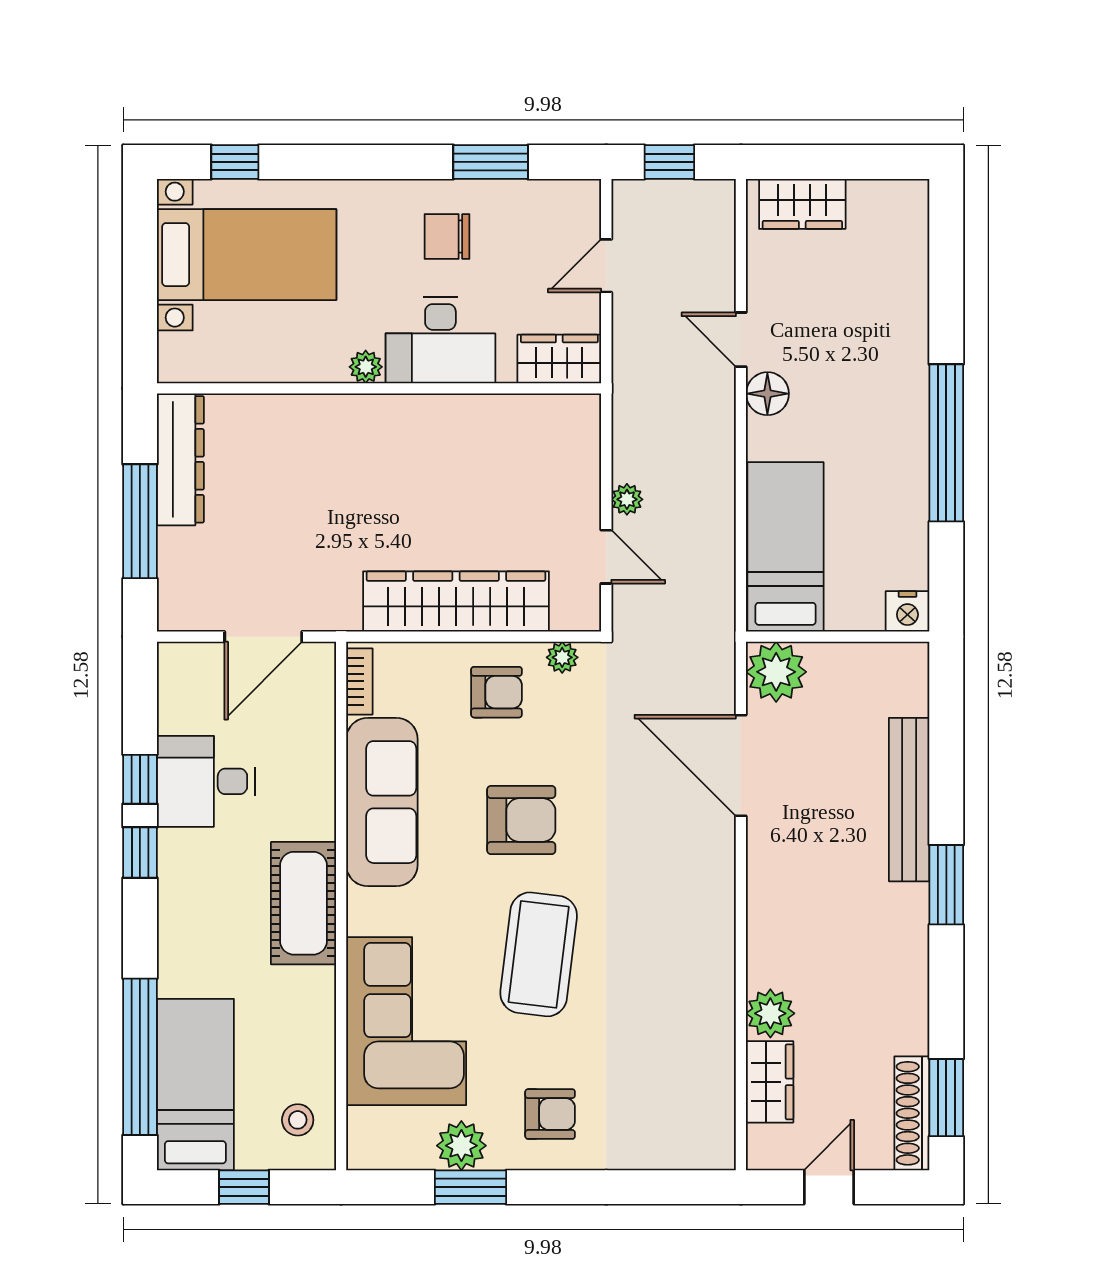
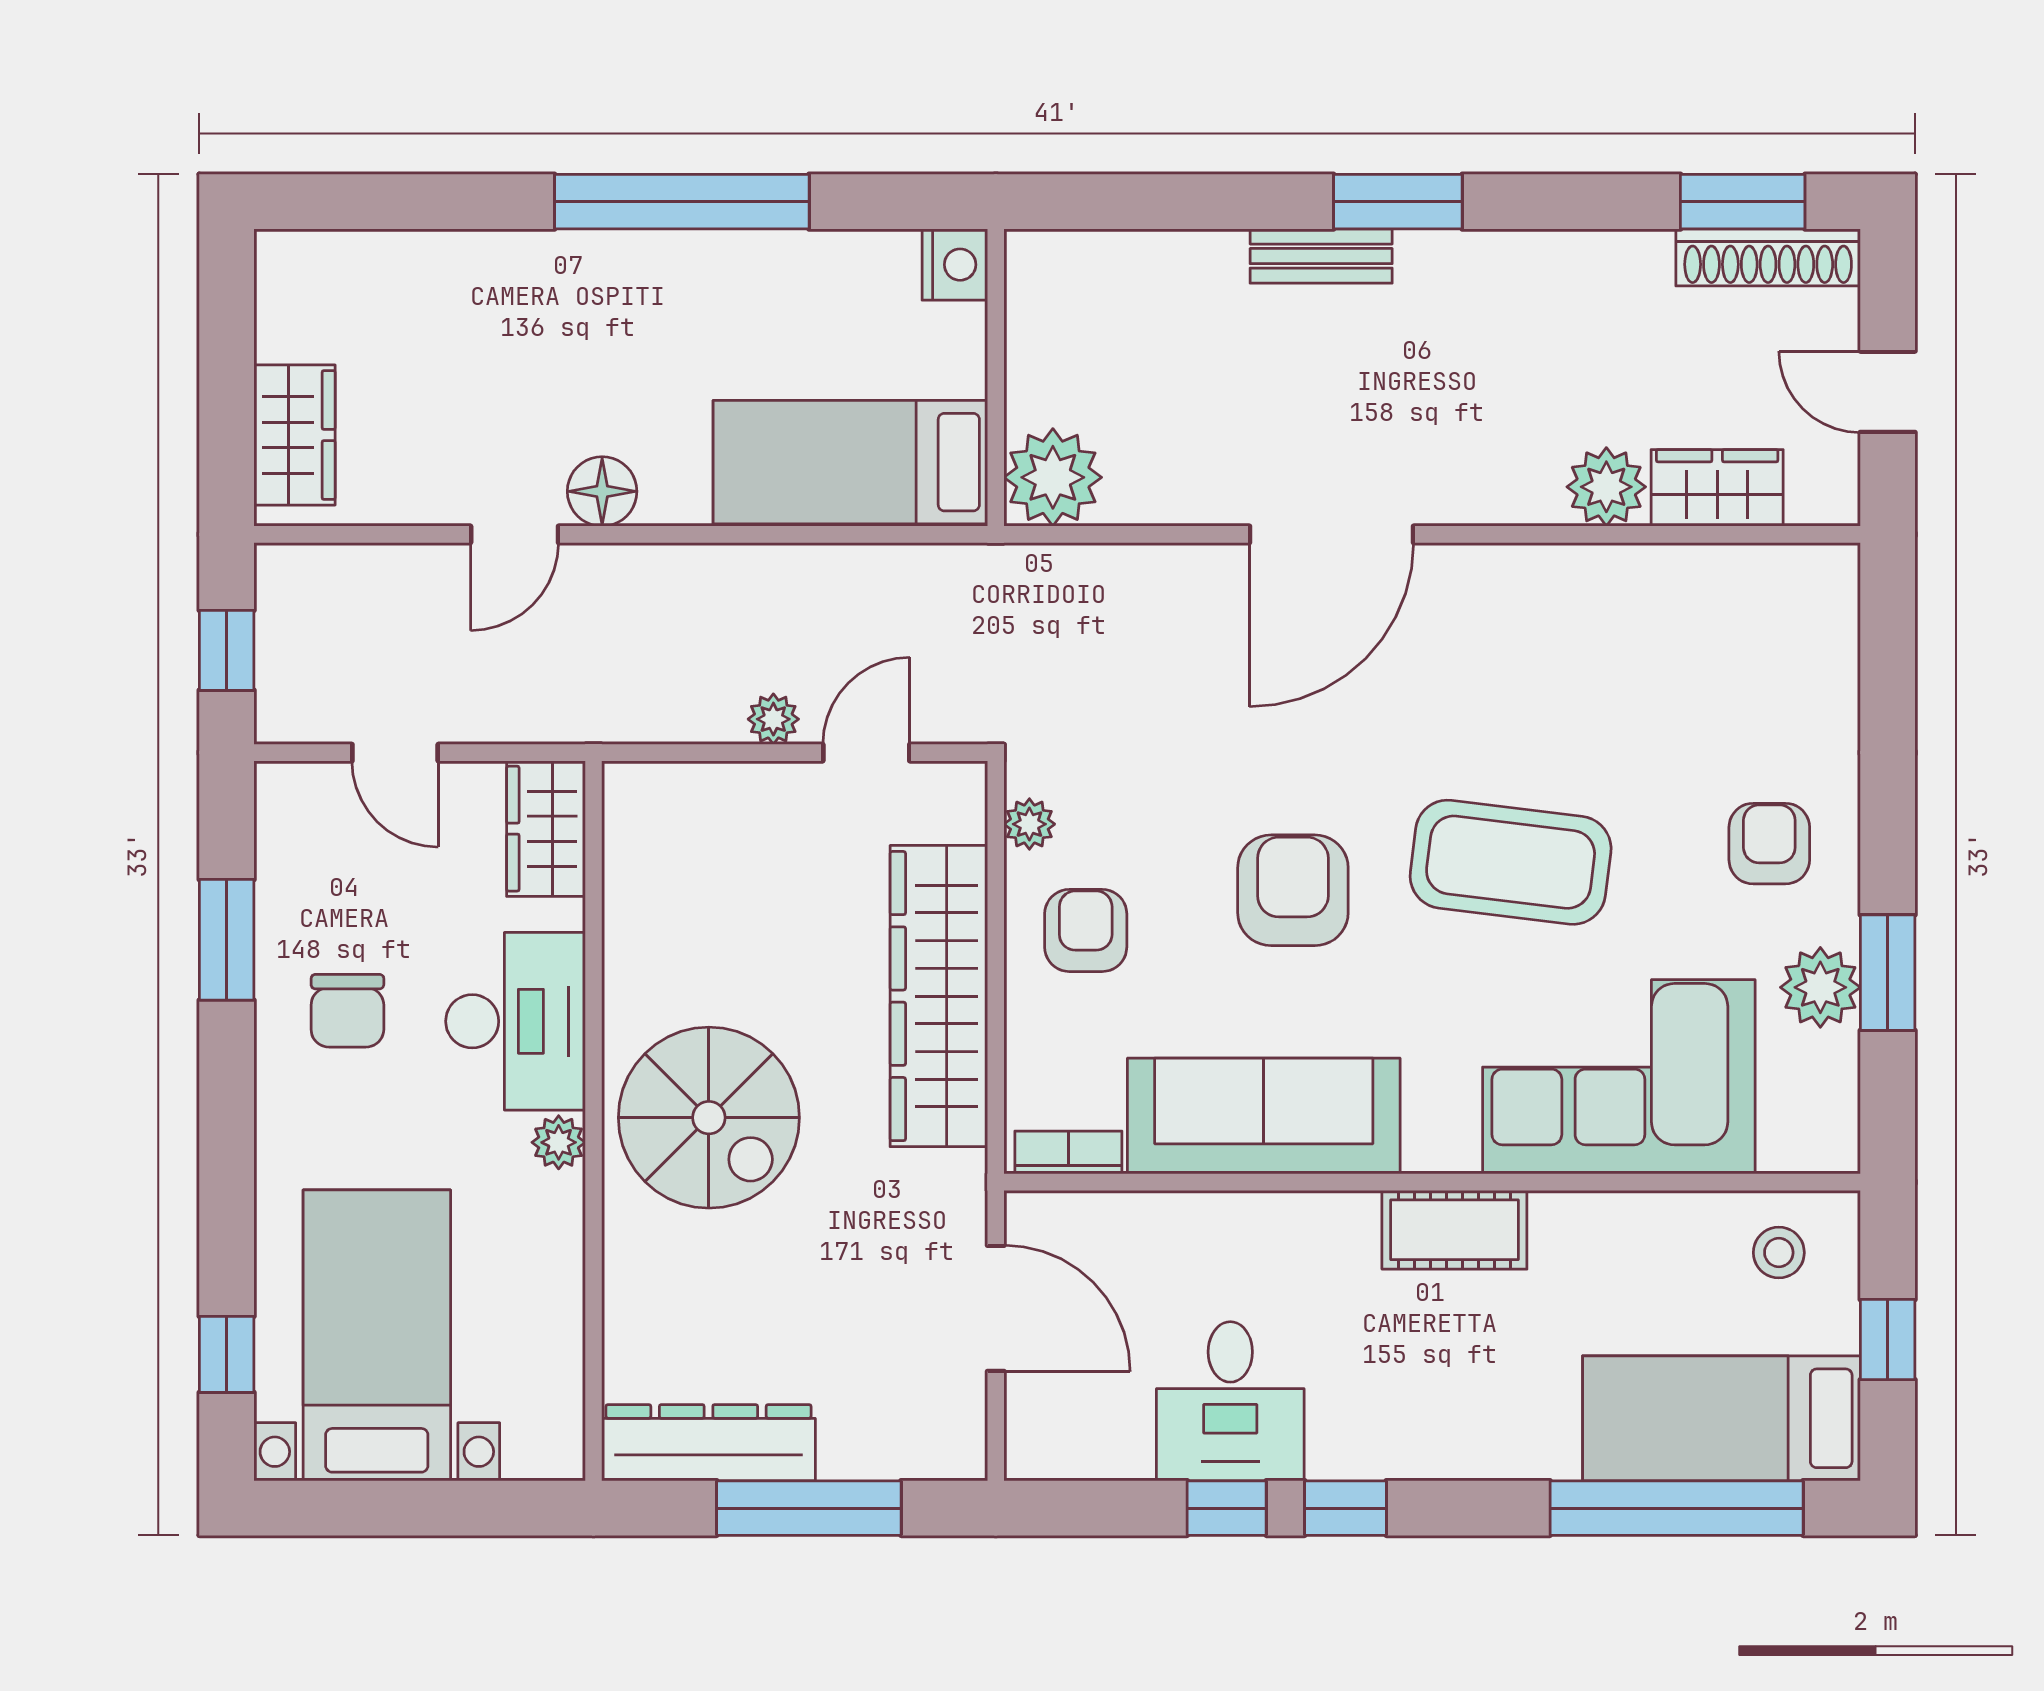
spiral stairs: (381, 460) -> (709, 1118), added
door: (741, 765) -> (1332, 534), moved
bench: (909, 800) -> (1321, 256), width x0.54, depth x0.82
cot: (304, 903) -> (1454, 1230), width x0.73, depth x0.75

